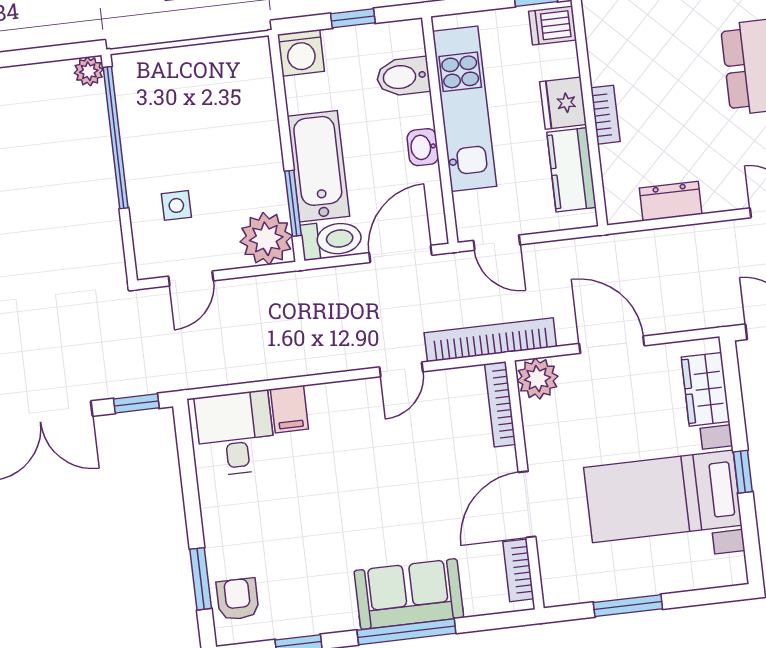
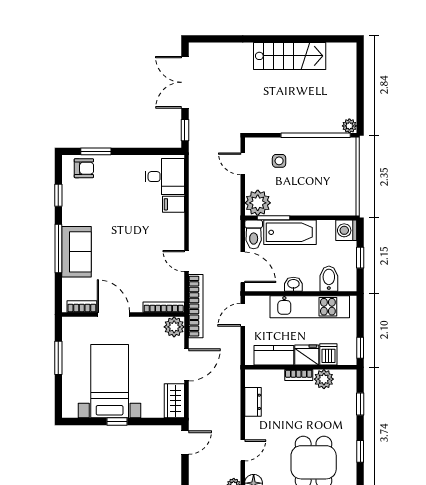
dishwasher: (553, 26) -> (328, 354), moved
plant: (608, 63) -> (324, 379), added
wardrobe: (705, 389) -> (174, 401), moved, turned -90

